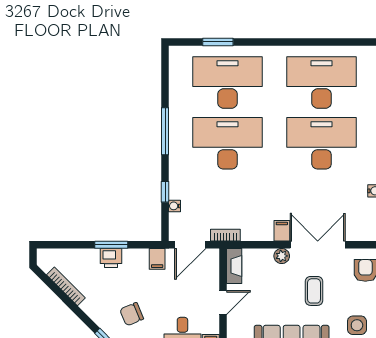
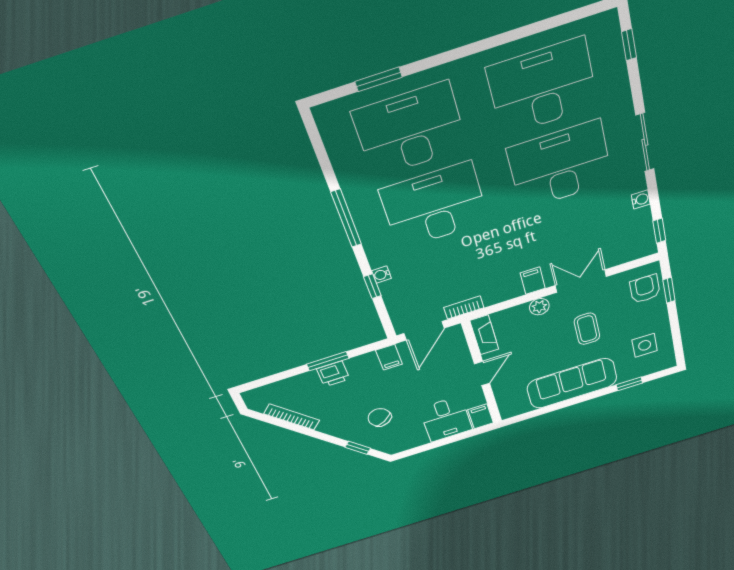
water cooler: (175, 206) -> (382, 275), moved
double door: (318, 245) -> (581, 281), width x0.73
chair: (132, 314) -> (380, 417), turned 82

